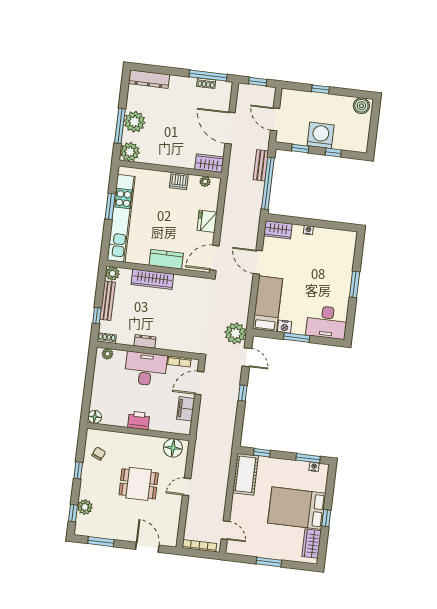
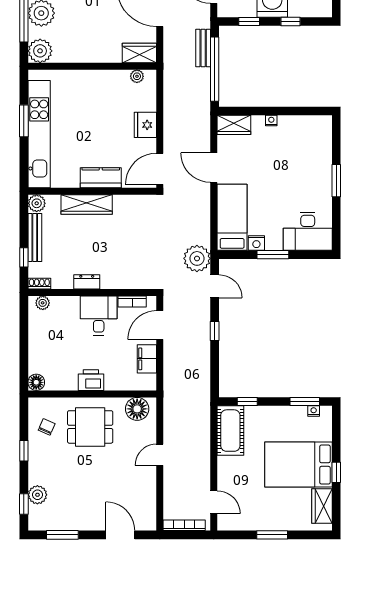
dishwasher: (179, 181) -> (105, 80), removed
desk: (146, 369) -> (99, 316), width x0.73
dining table: (139, 484) -> (90, 427), moved

